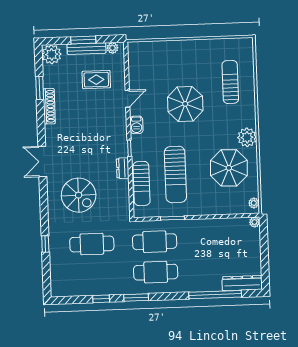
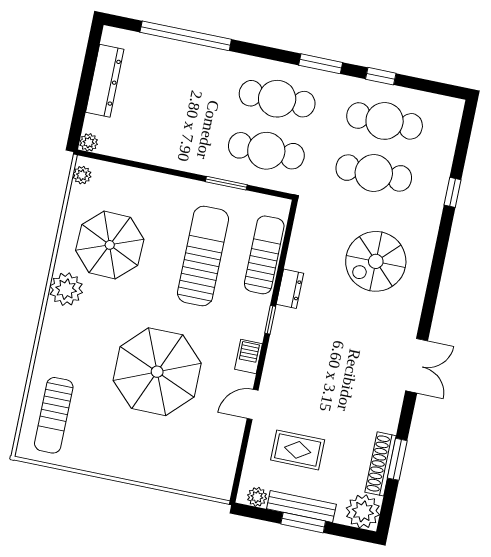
sun lounger: (230, 82) -> (54, 415), moved
parasol: (185, 104) -> (157, 372), width x1.36, depth x1.36
shoe rack: (49, 106) -> (380, 464), moved
double door: (42, 161) -> (417, 366), moved
spiral stairs: (79, 195) -> (376, 261), turned -90
cafe table: (93, 274) -> (385, 121), added
dresser: (242, 283) -> (105, 81), moved, turned -90

